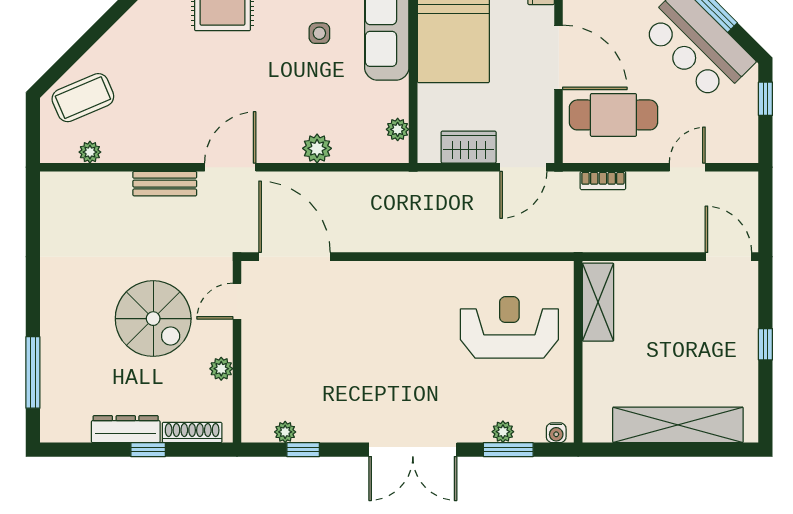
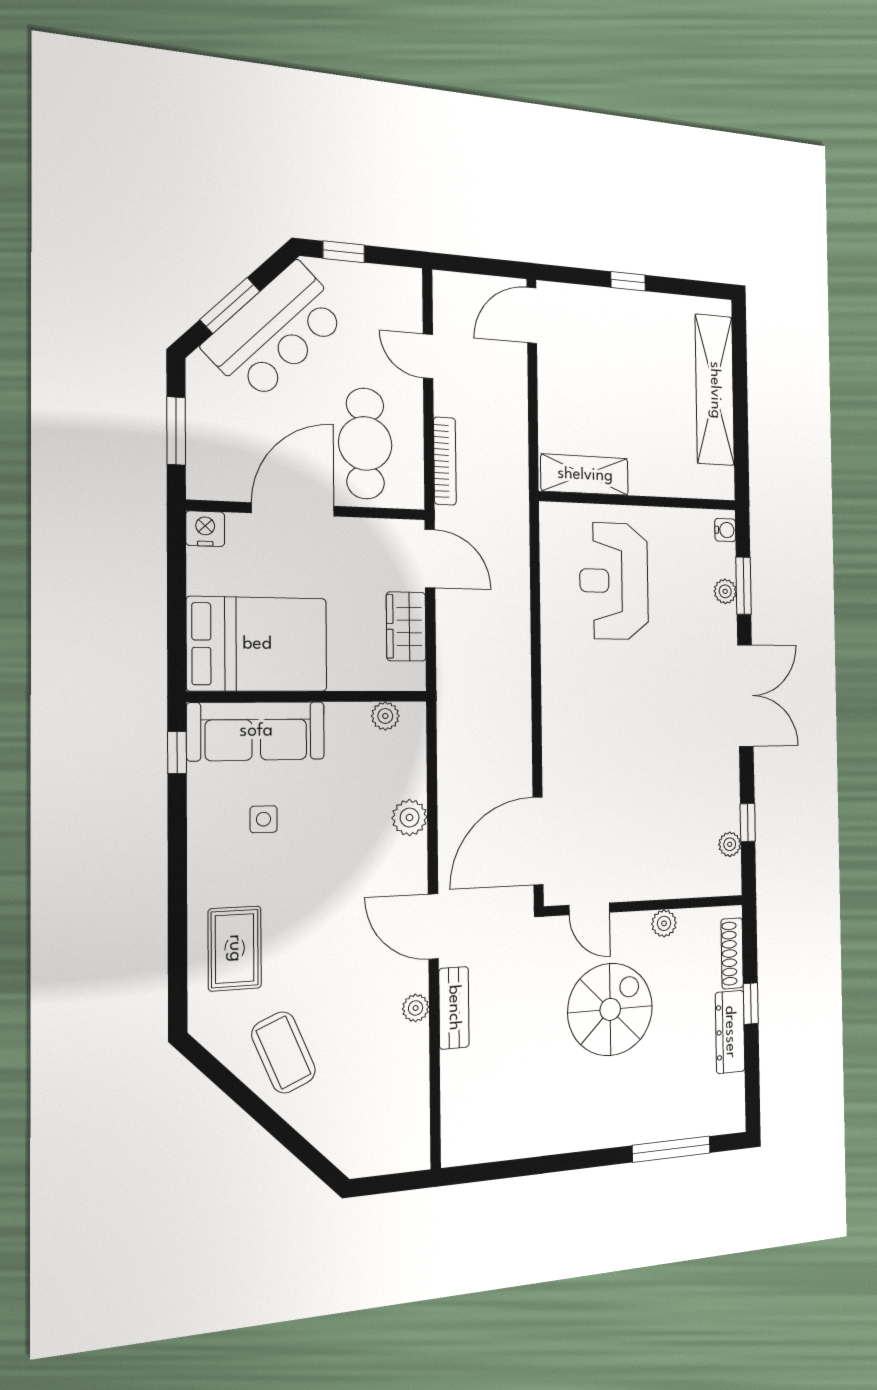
coffee table: (83, 98) -> (284, 1052), moved
plant: (90, 152) -> (416, 1008), moved
bookcase: (603, 180) -> (445, 461), width x1.56

